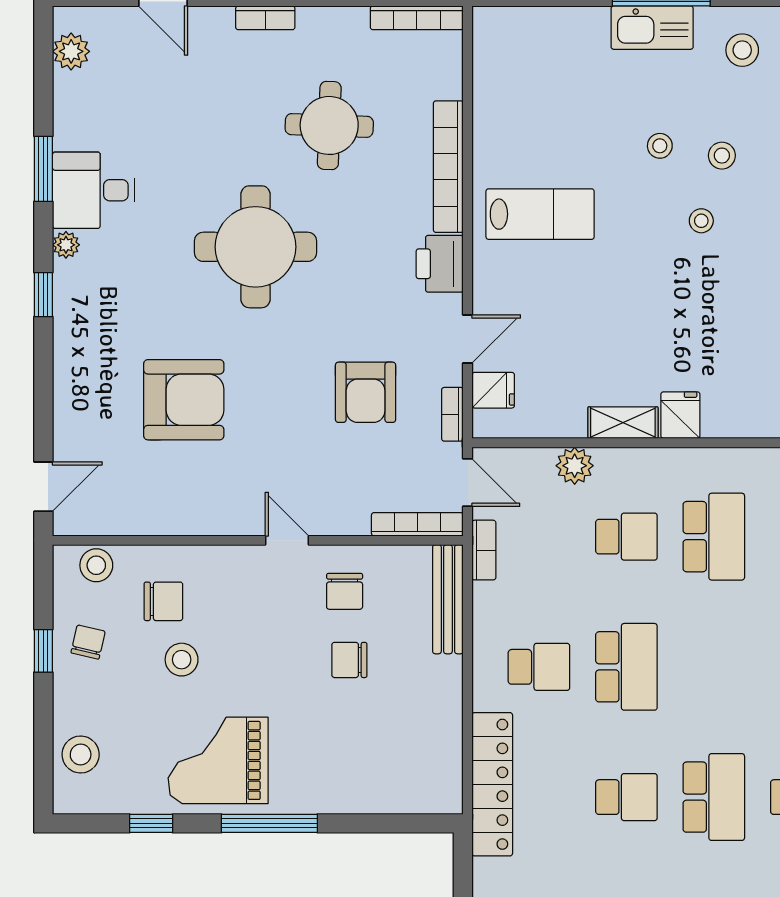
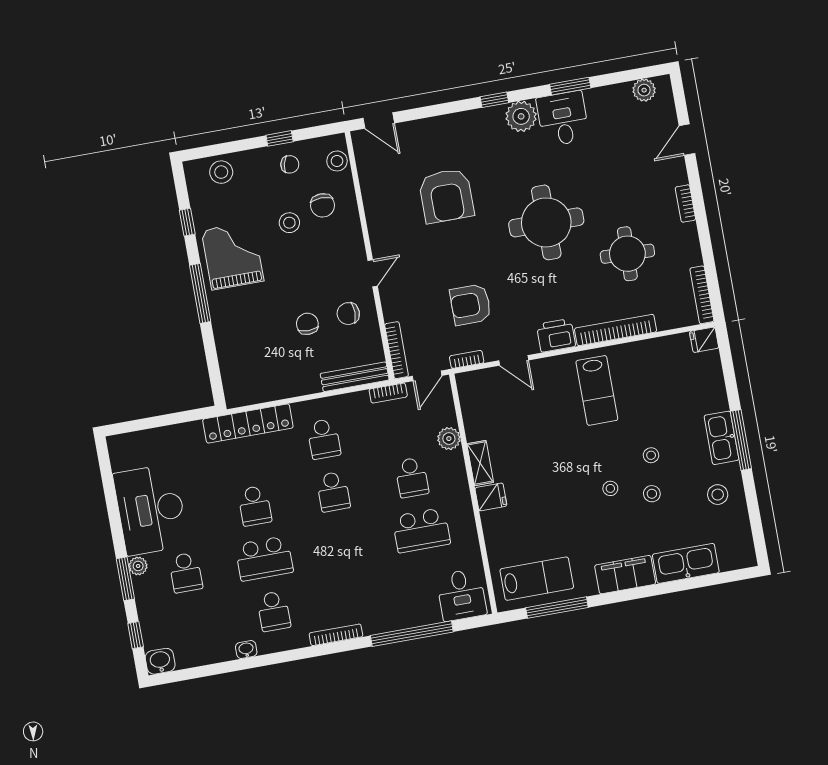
plant: (66, 245) -> (521, 116), width x1.87, depth x1.87
fridge: (493, 390) -> (704, 340), moved, turned 90
school desk: (626, 667) -> (333, 492), width x0.54

